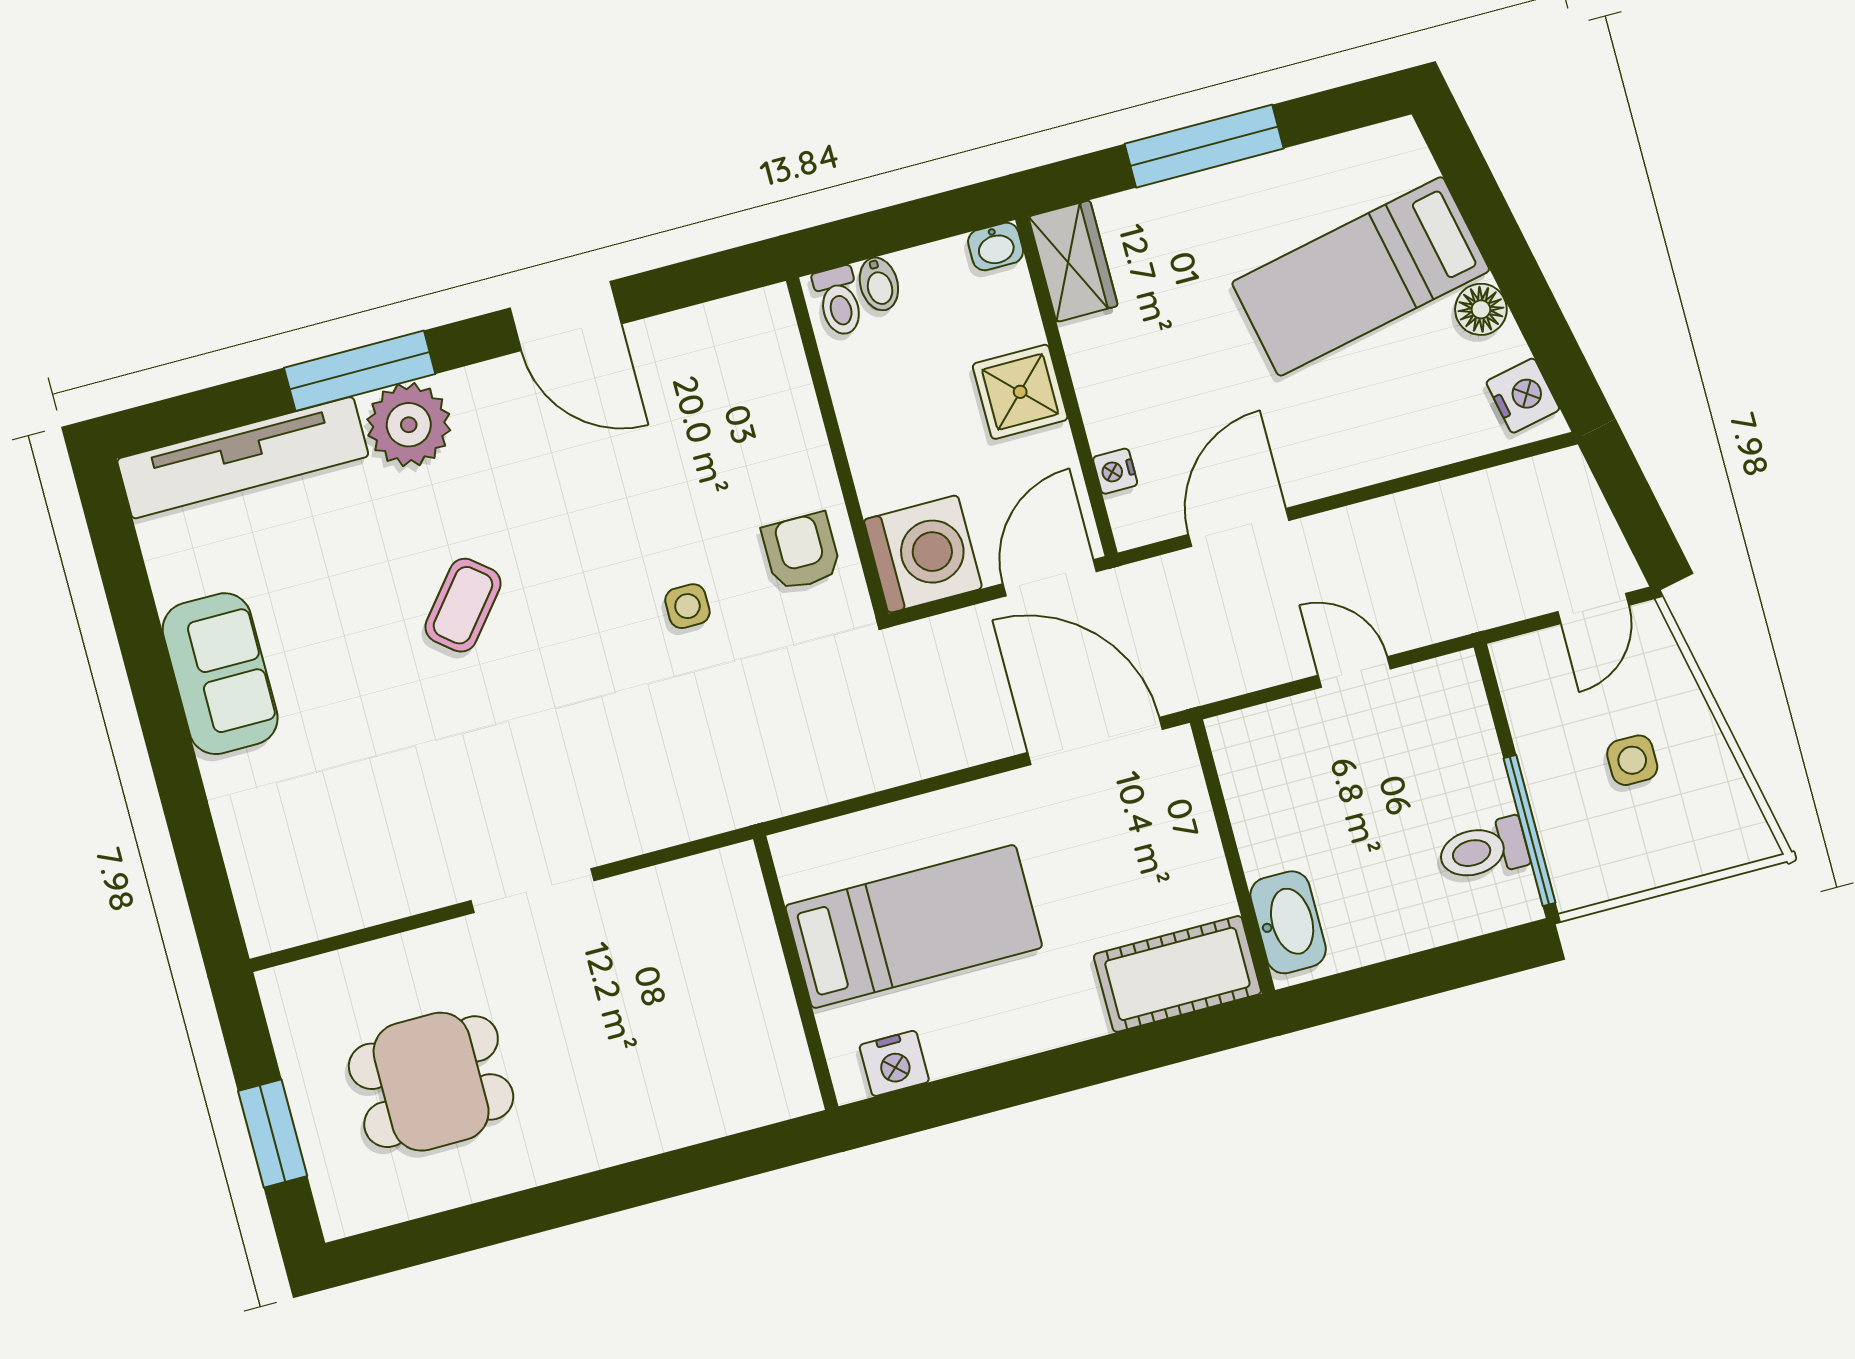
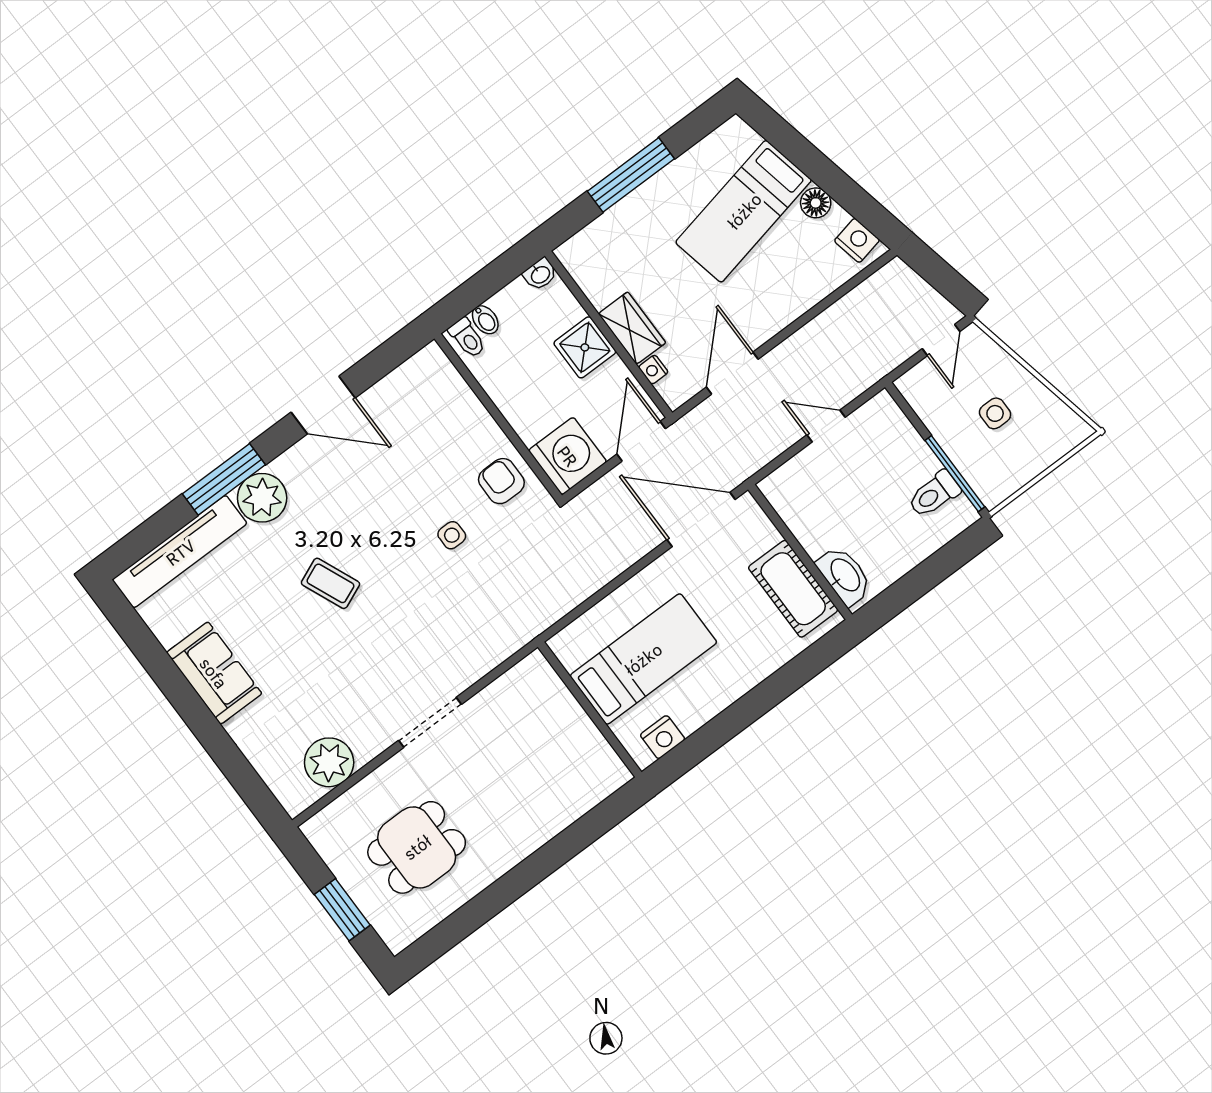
wardrobe: (1073, 261) -> (632, 328), moved
coffee table: (463, 605) -> (330, 583), turned -62
plant: (346, 890) -> (329, 762), added
cot: (1177, 974) -> (793, 589), moved, turned 90

